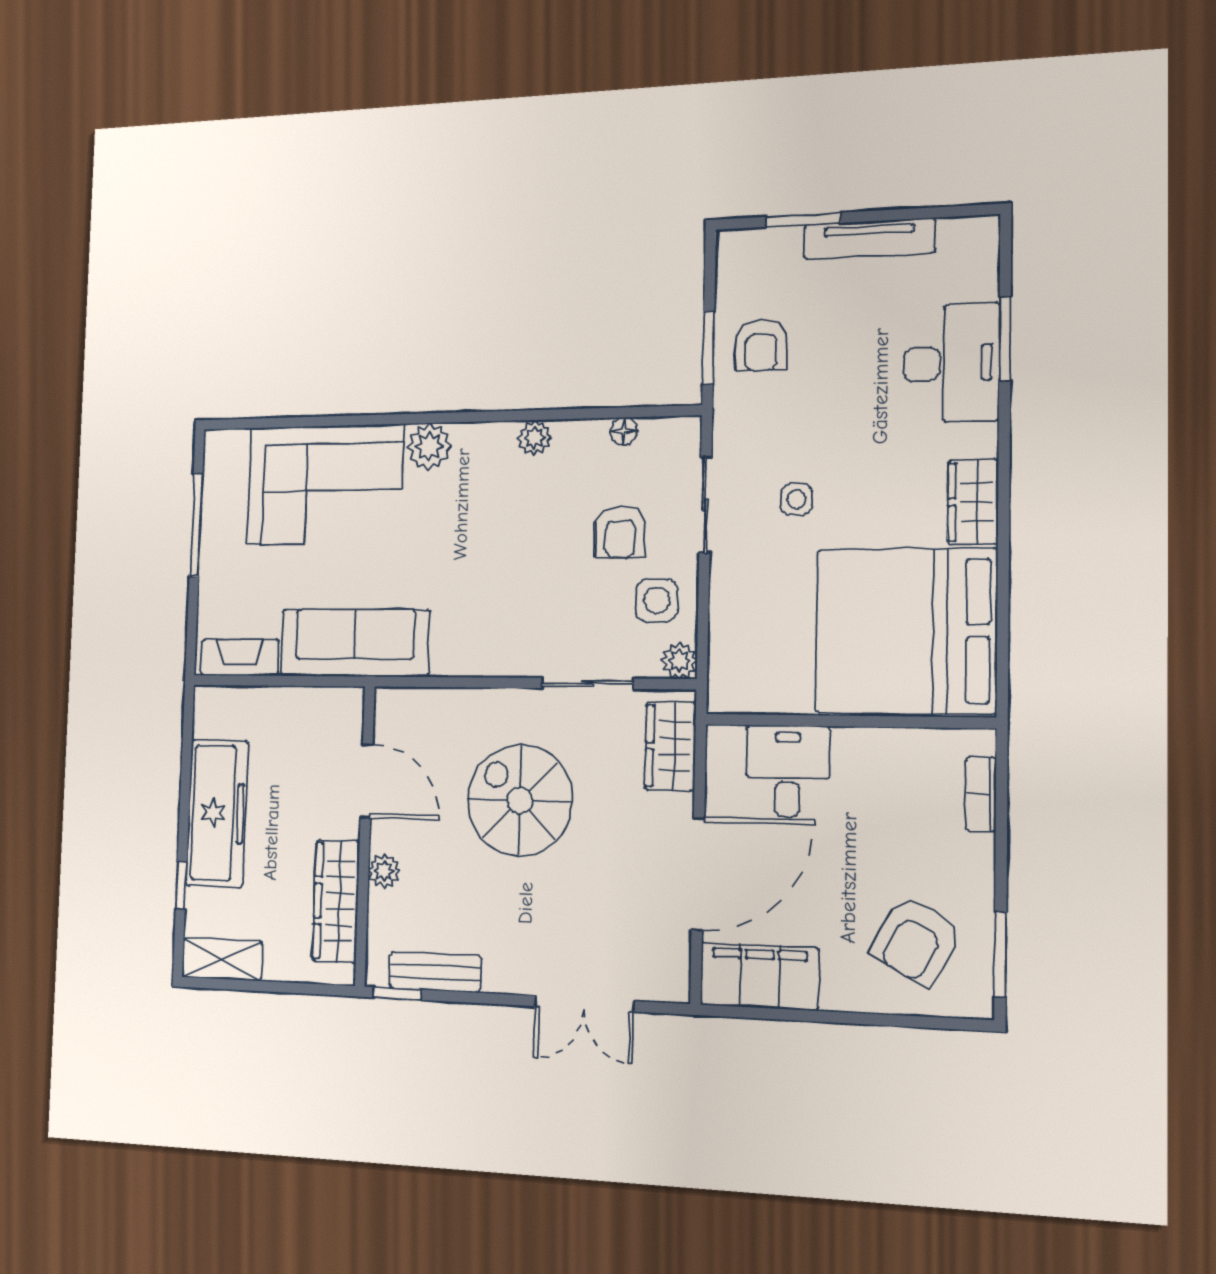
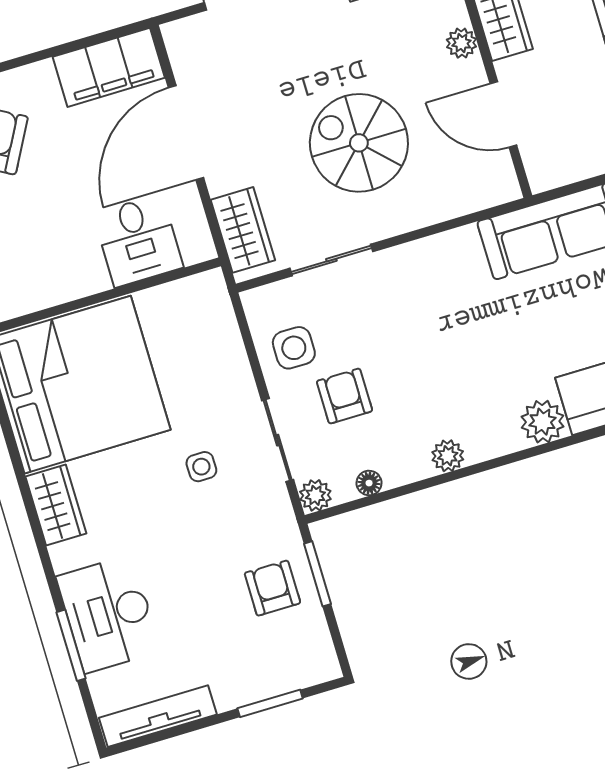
tv unit: (869, 239) -> (158, 716), moved
plant: (679, 661) -> (315, 495), moved
spiral stairs: (520, 800) -> (359, 143), turned 180

